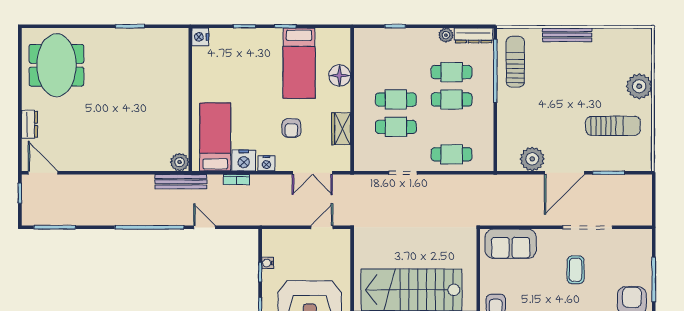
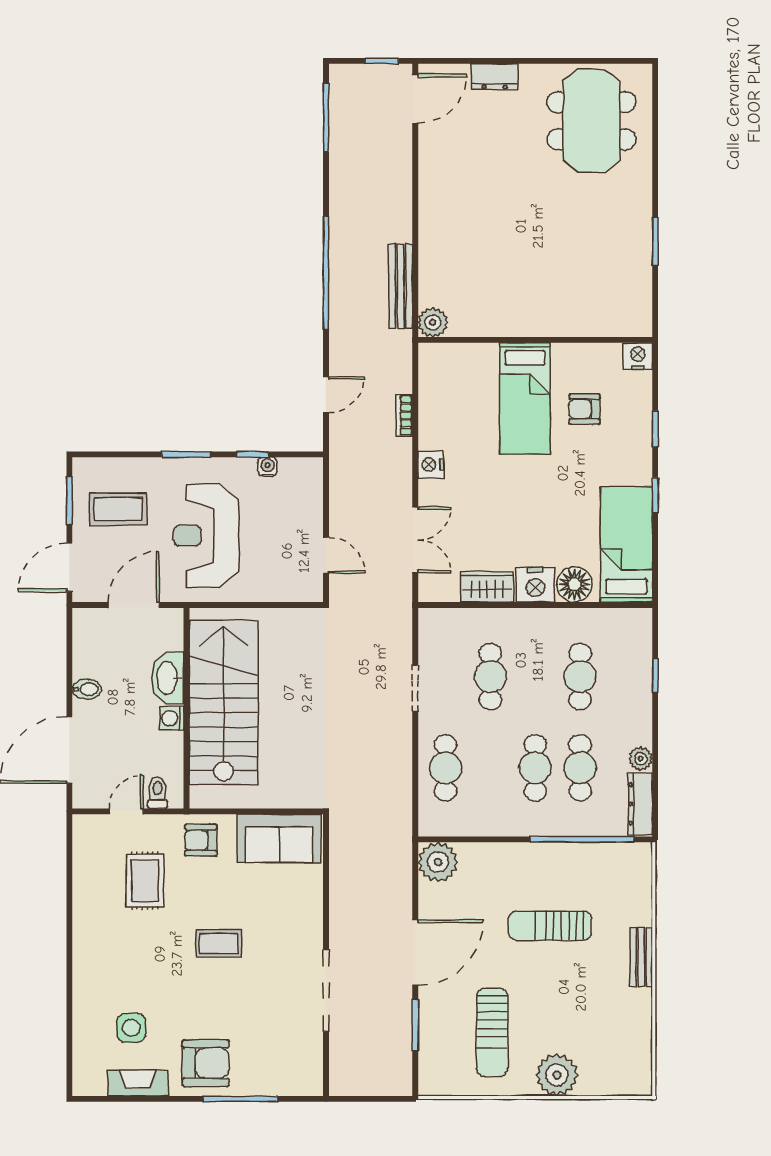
bench: (567, 35) -> (641, 957), width x0.73
sun lounger: (515, 62) -> (550, 926), moved, turned 180
bed: (299, 63) -> (626, 544), moved, turned 90
meeting table: (56, 65) -> (591, 121), turned 90
cafe table: (396, 99) -> (580, 676), moved
armchair: (291, 128) -> (584, 409), moved
bed: (215, 137) -> (525, 398), moved, turned 90
plant: (532, 159) -> (438, 862), moved
nightstand: (244, 160) -> (535, 585), moved, turned -90
double door: (312, 173) -> (415, 540), swing flipped
door: (564, 173) -> (415, 952), swing flipped
bench: (181, 182) -> (401, 286), moved
door: (205, 227) -> (326, 395), moved
sofa: (511, 244) -> (279, 838), moved, turned -90
coffee table: (576, 270) -> (219, 944), moved

